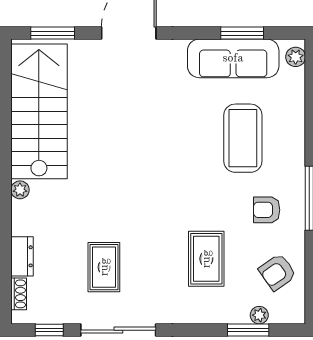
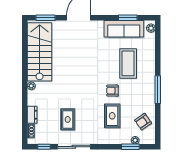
armchair: (267, 210) -> (113, 91), moved

